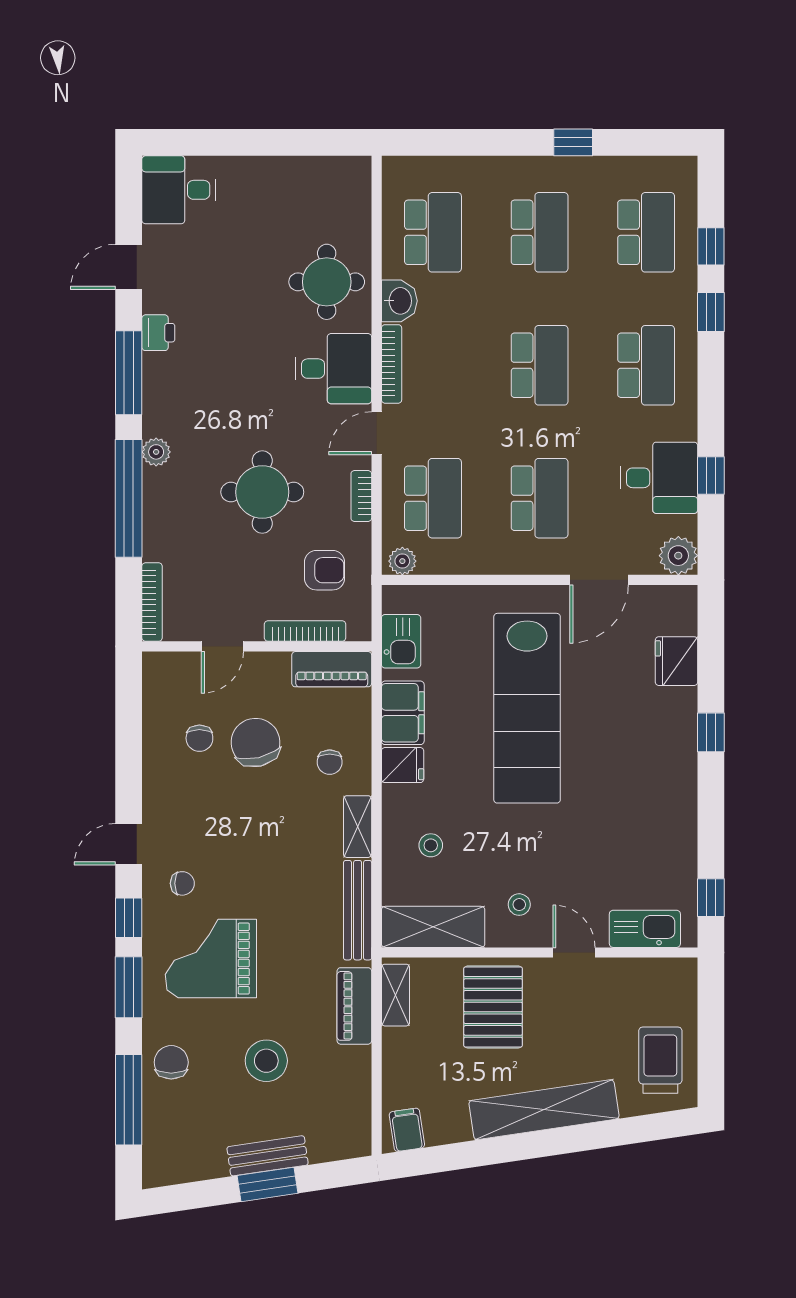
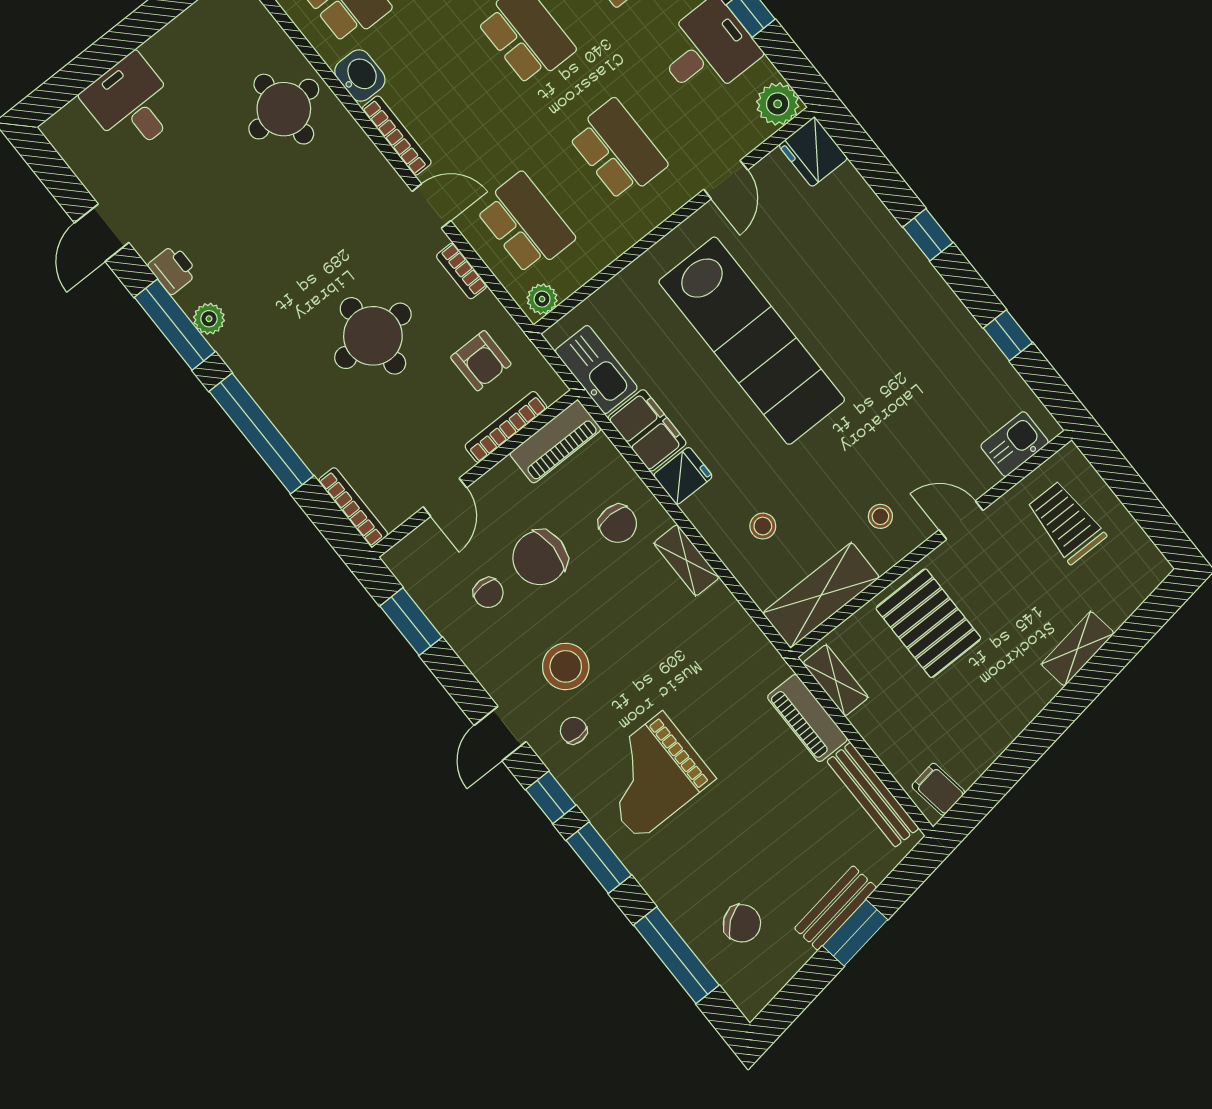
desk: (179, 190) -> (131, 104), moved, turned 90
desk: (334, 369) -> (350, 180), removed
door: (377, 433) -> (431, 206), swing flipped
plant: (156, 452) -> (209, 319), moved
armchair: (325, 570) -> (481, 361), turned 90
door: (599, 580) -> (726, 180), width x0.73
kitchen sink: (401, 641) -> (596, 370), width x1.38
fridge: (676, 661) -> (813, 152), moved
window: (129, 715) -> (411, 622), added
chair: (255, 742) -> (540, 558), turned -77
chair: (330, 762) -> (618, 524), width x1.37, depth x1.37
chair: (182, 883) -> (574, 730), turned -90
window: (711, 898) -> (1008, 335), moved
bench: (358, 910) -> (873, 795), moved
kitchen sink: (645, 929) -> (1015, 444), width x0.73
trolley: (660, 1060) -> (1066, 522), moved
stool: (266, 1061) -> (566, 666), moved
chair: (171, 1062) -> (742, 923), moved, turned 143
shelving: (544, 1110) -> (1078, 649), width x0.45, depth x0.75

